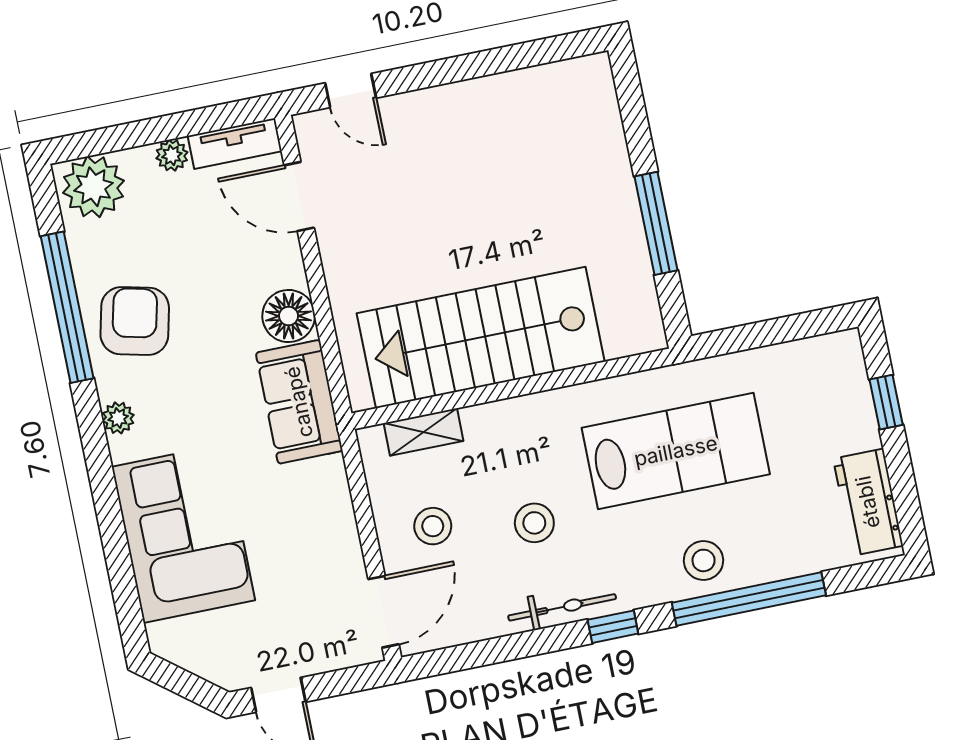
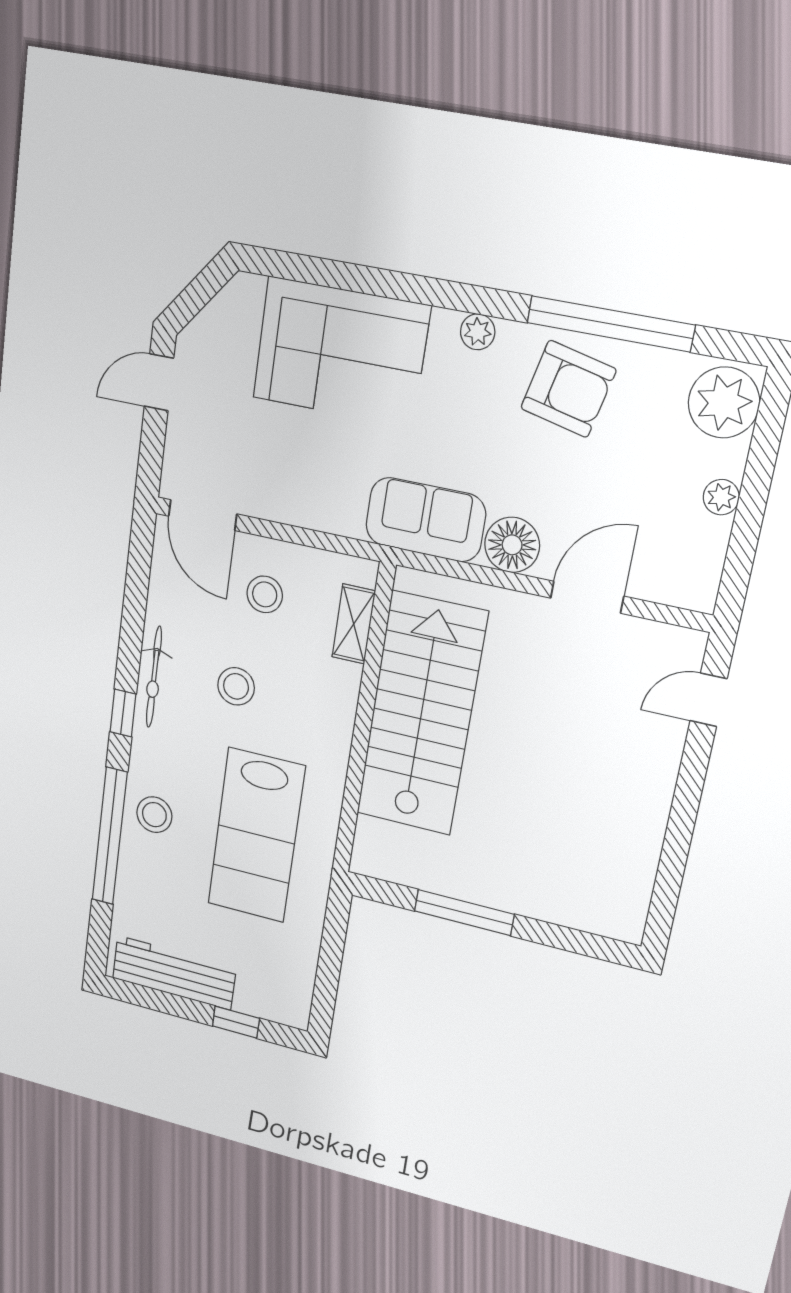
tv unit: (235, 144) -> (705, 565), removed
door: (299, 197) -> (587, 597), moved
workbench: (868, 502) -> (174, 973), width x1.38

